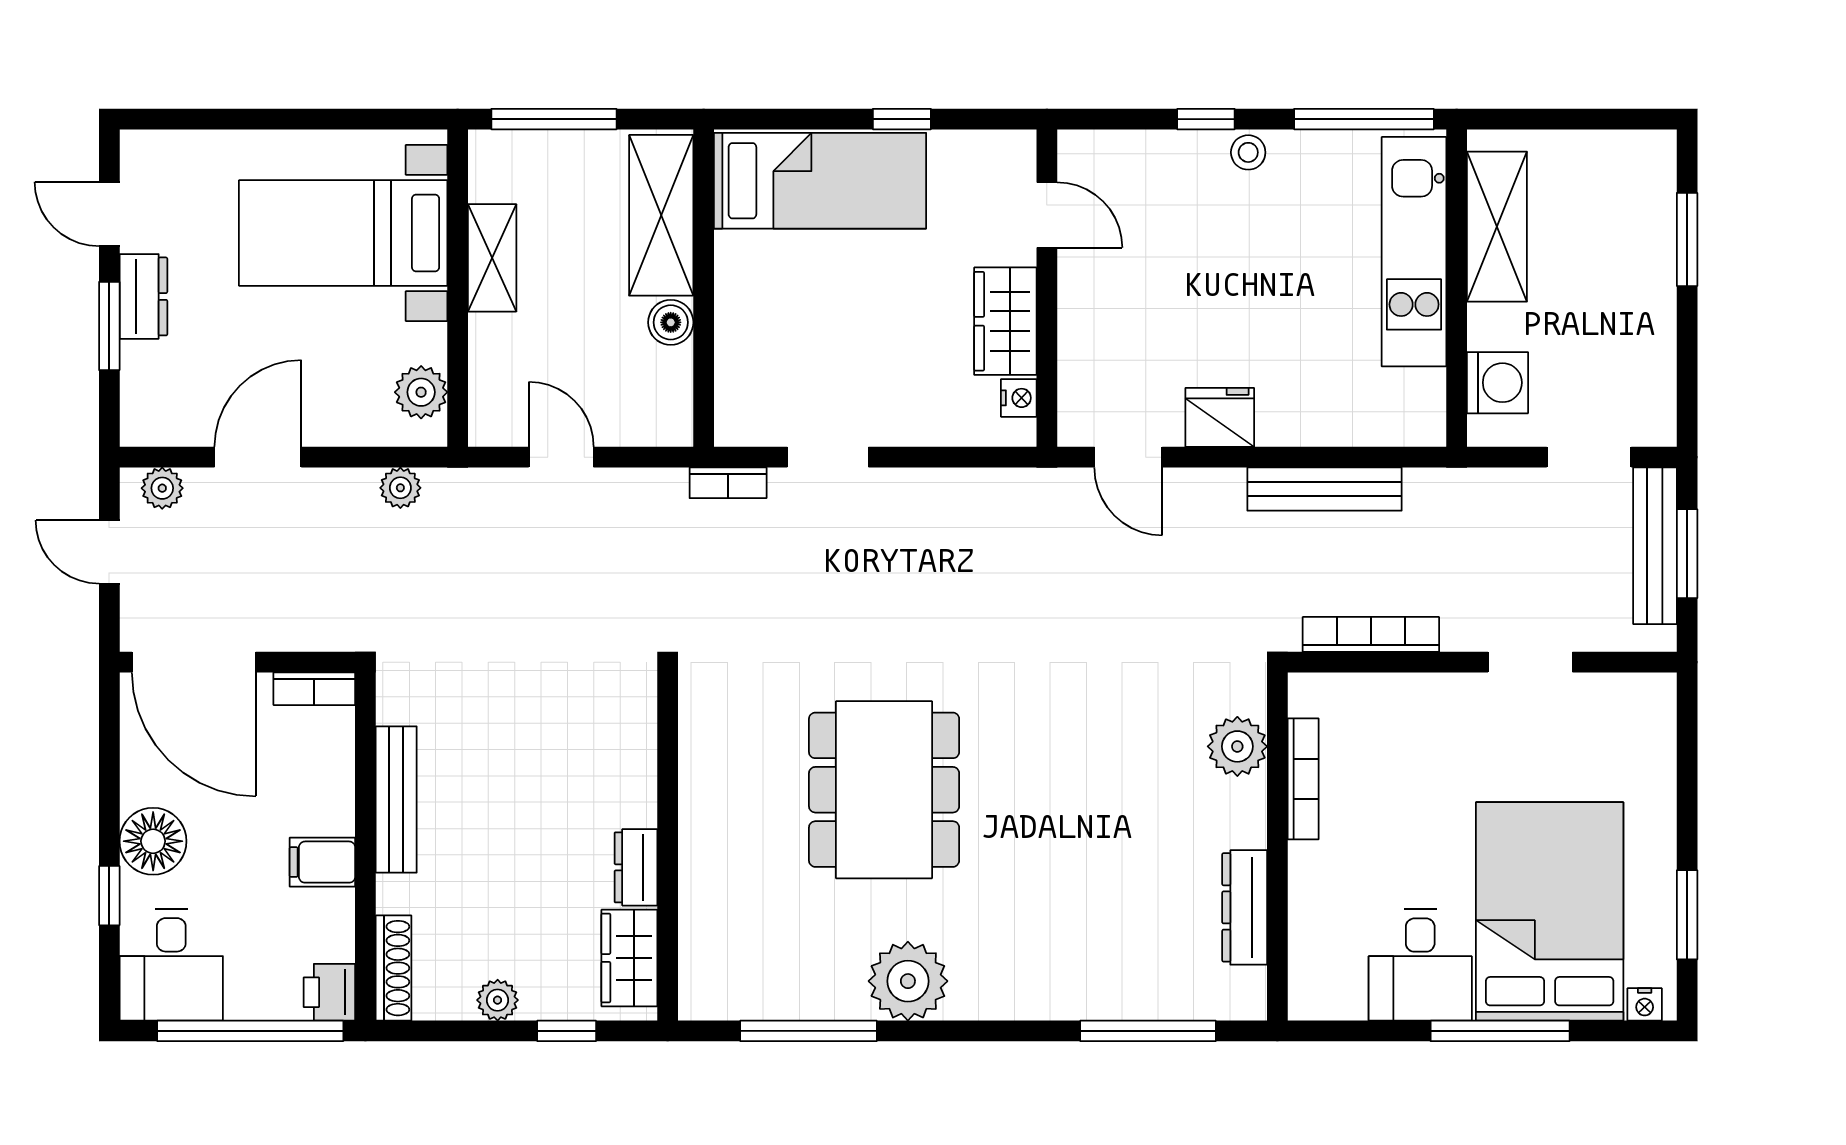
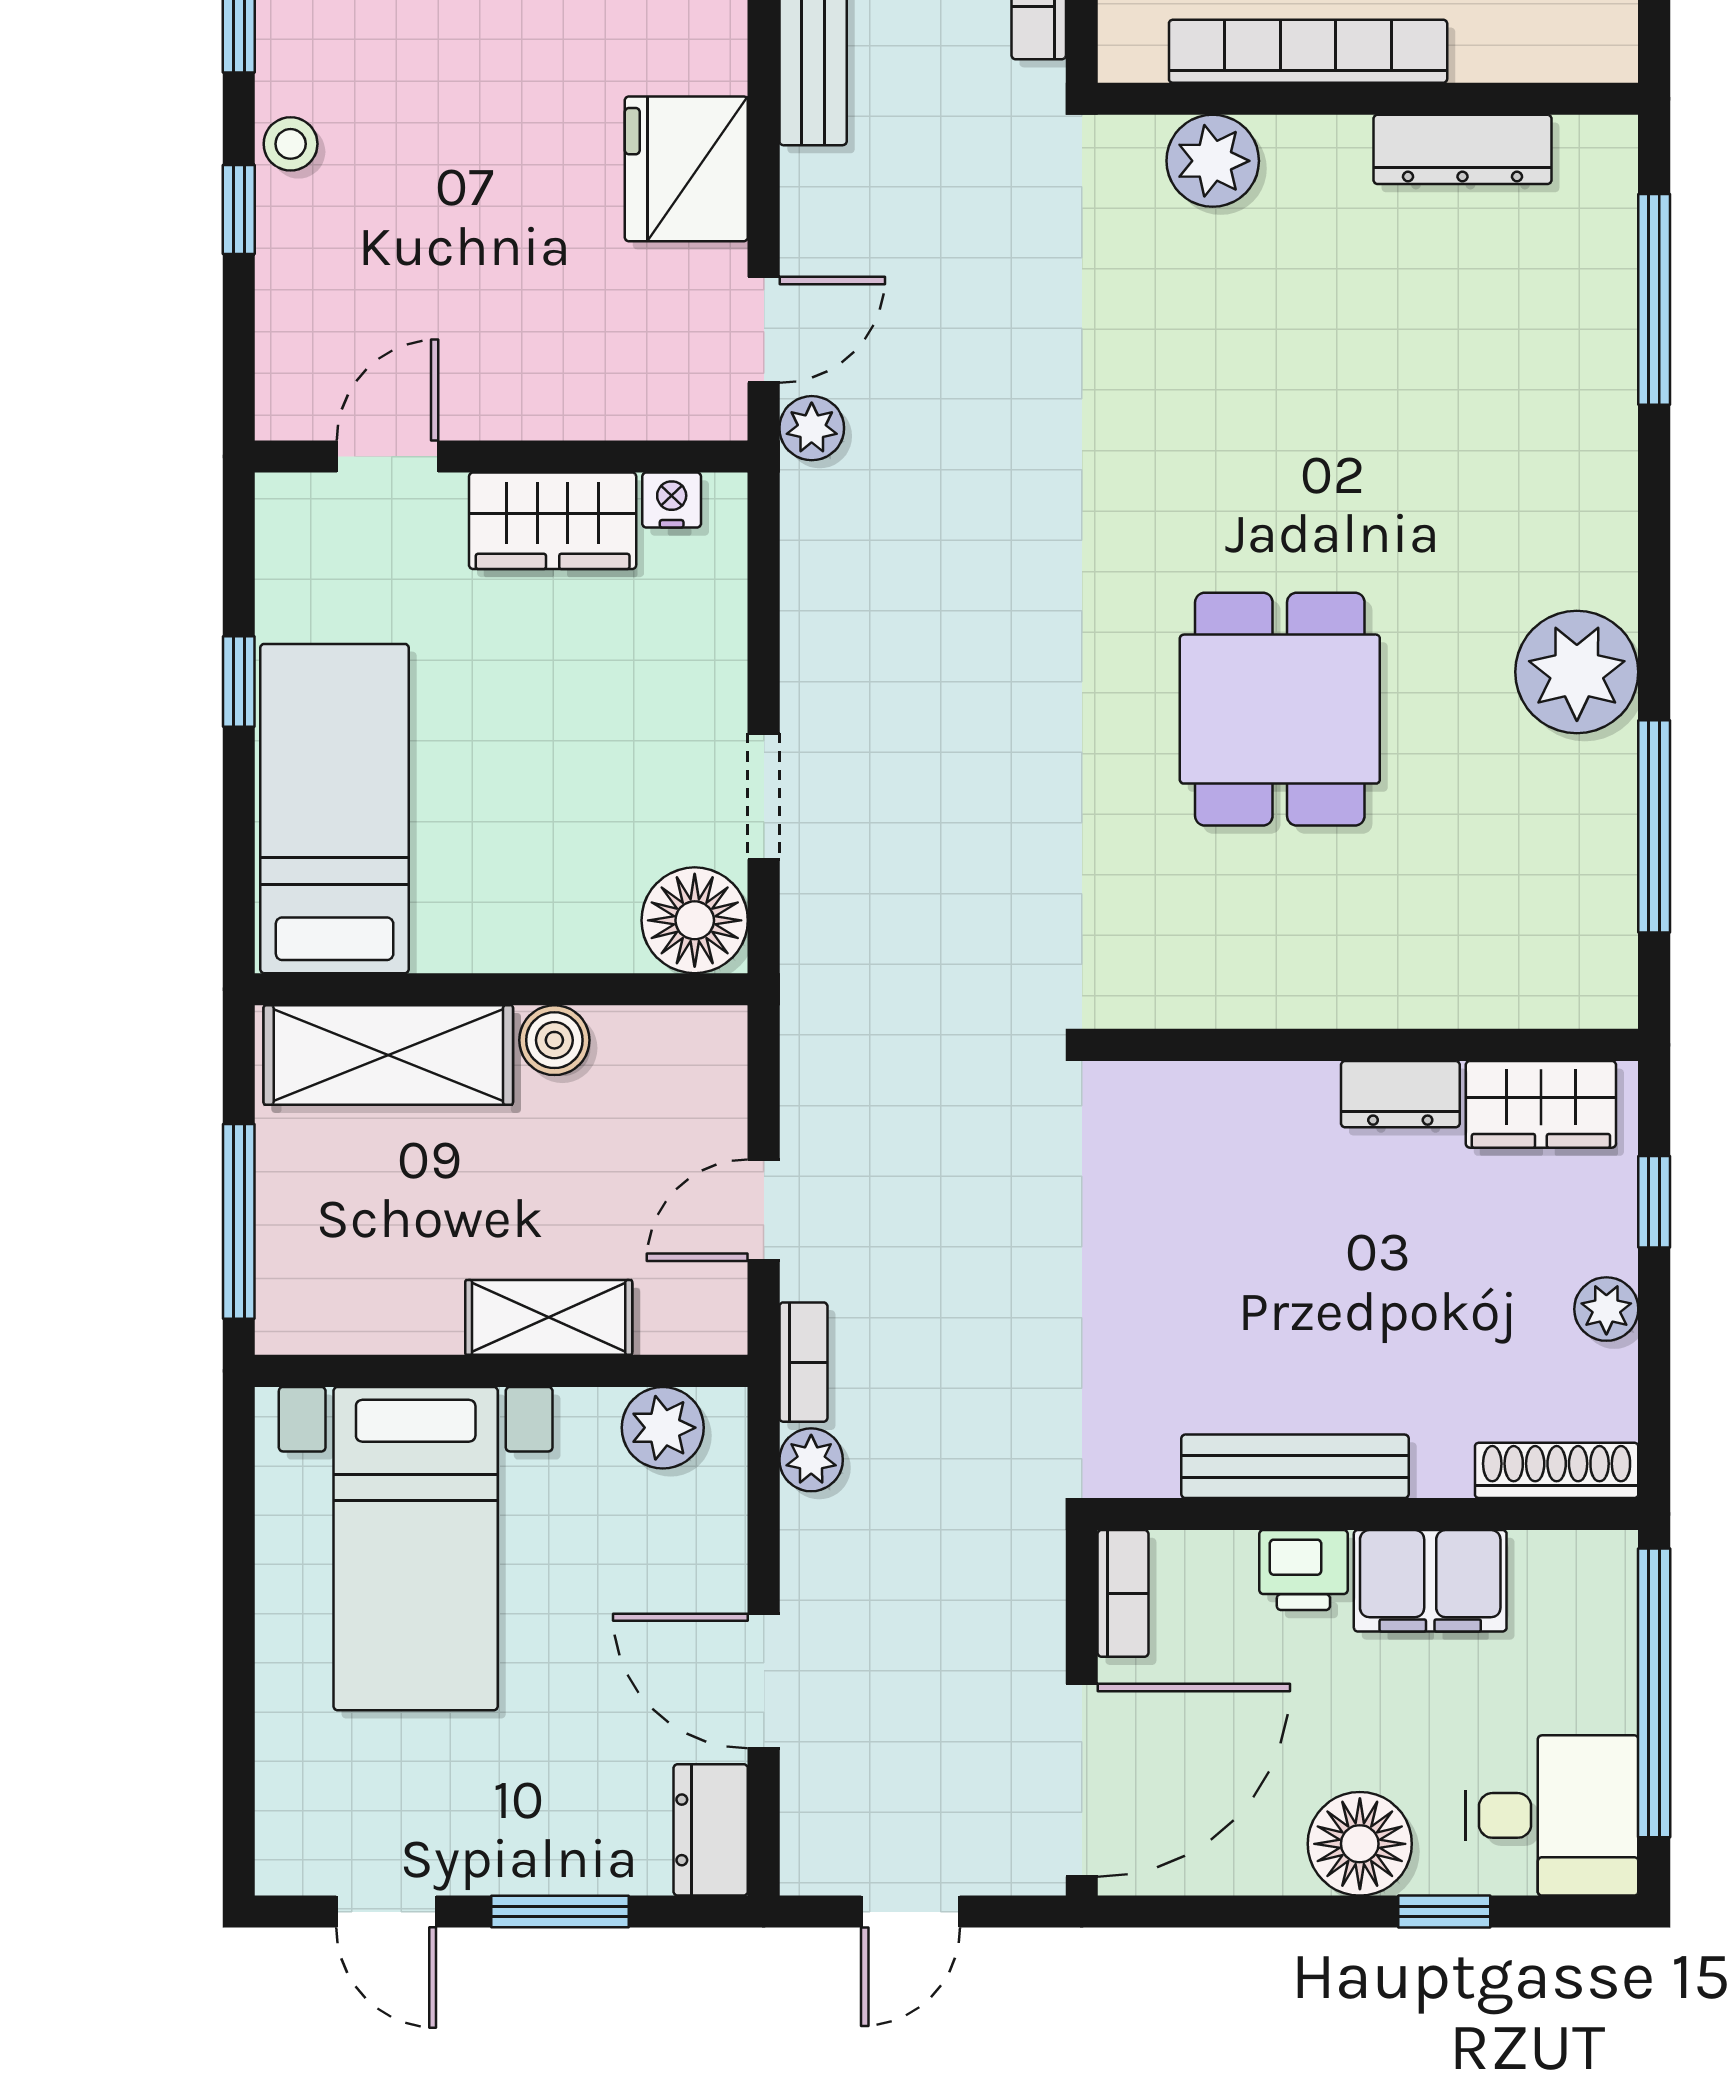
door: (109, 214) -> (386, 1912), hinge flipped
shelving: (492, 258) -> (549, 1317), moved
dresser: (143, 296) -> (711, 1830), moved, turned -90
floor lamp: (748, 413) -> (695, 920), added
fridge: (1220, 417) -> (686, 169), width x1.36, depth x1.34
bookcase: (728, 483) -> (803, 1362), moved
plant: (162, 488) -> (812, 428), moved
bookcase: (1303, 779) -> (1308, 51), width x1.48, depth x1.31
dining table: (884, 790) -> (1280, 709), width x0.73
filing cabinet: (322, 862) -> (1430, 1581), width x2.00
printer: (329, 992) -> (1303, 1570), moved

